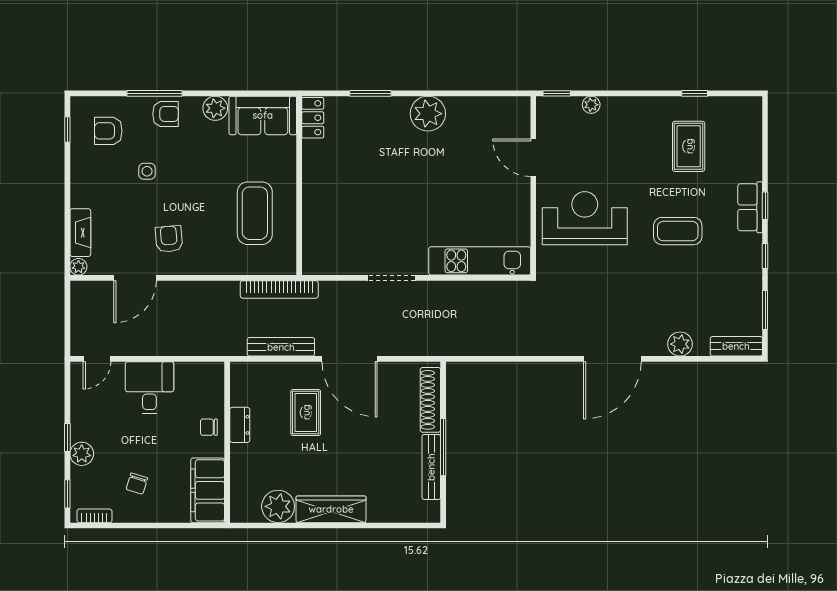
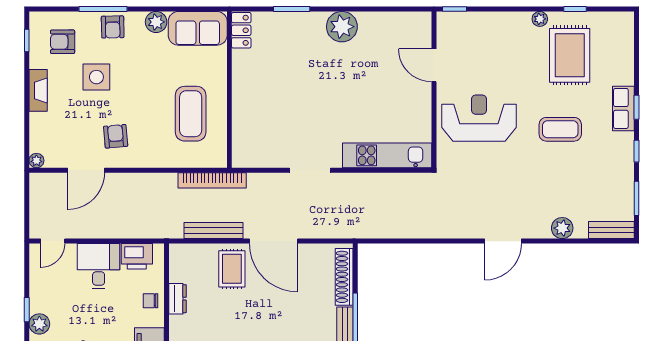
plant: (591, 105) -> (540, 19), moved
armchair: (166, 114) -> (113, 27), turned 89
rug: (689, 146) -> (570, 55), width x1.36, depth x1.43
side table: (147, 171) -> (96, 77), width x1.87, depth x1.87
fireplace: (80, 233) -> (38, 90), moved
door: (612, 359) -> (503, 241), width x0.73
printer: (193, 376) -> (137, 256), added
rug: (306, 412) -> (232, 269), moved

